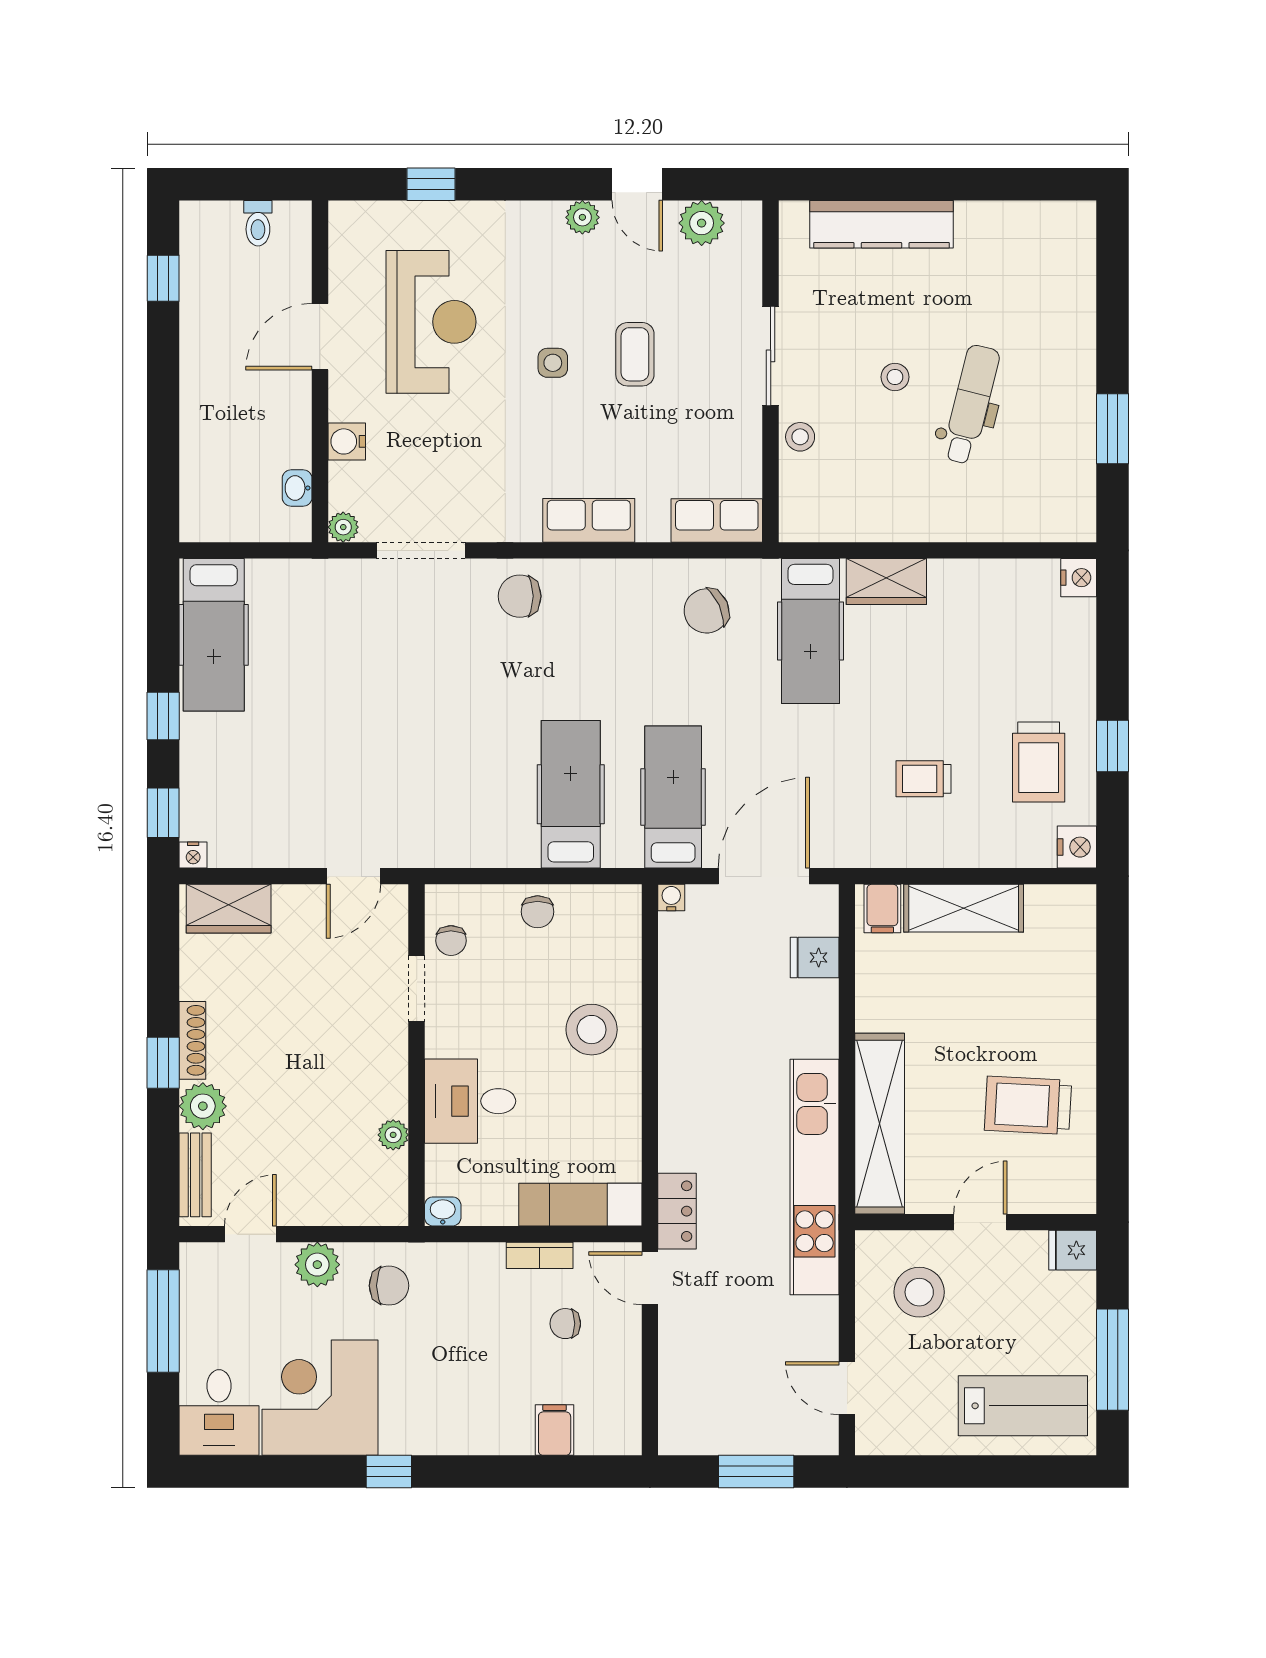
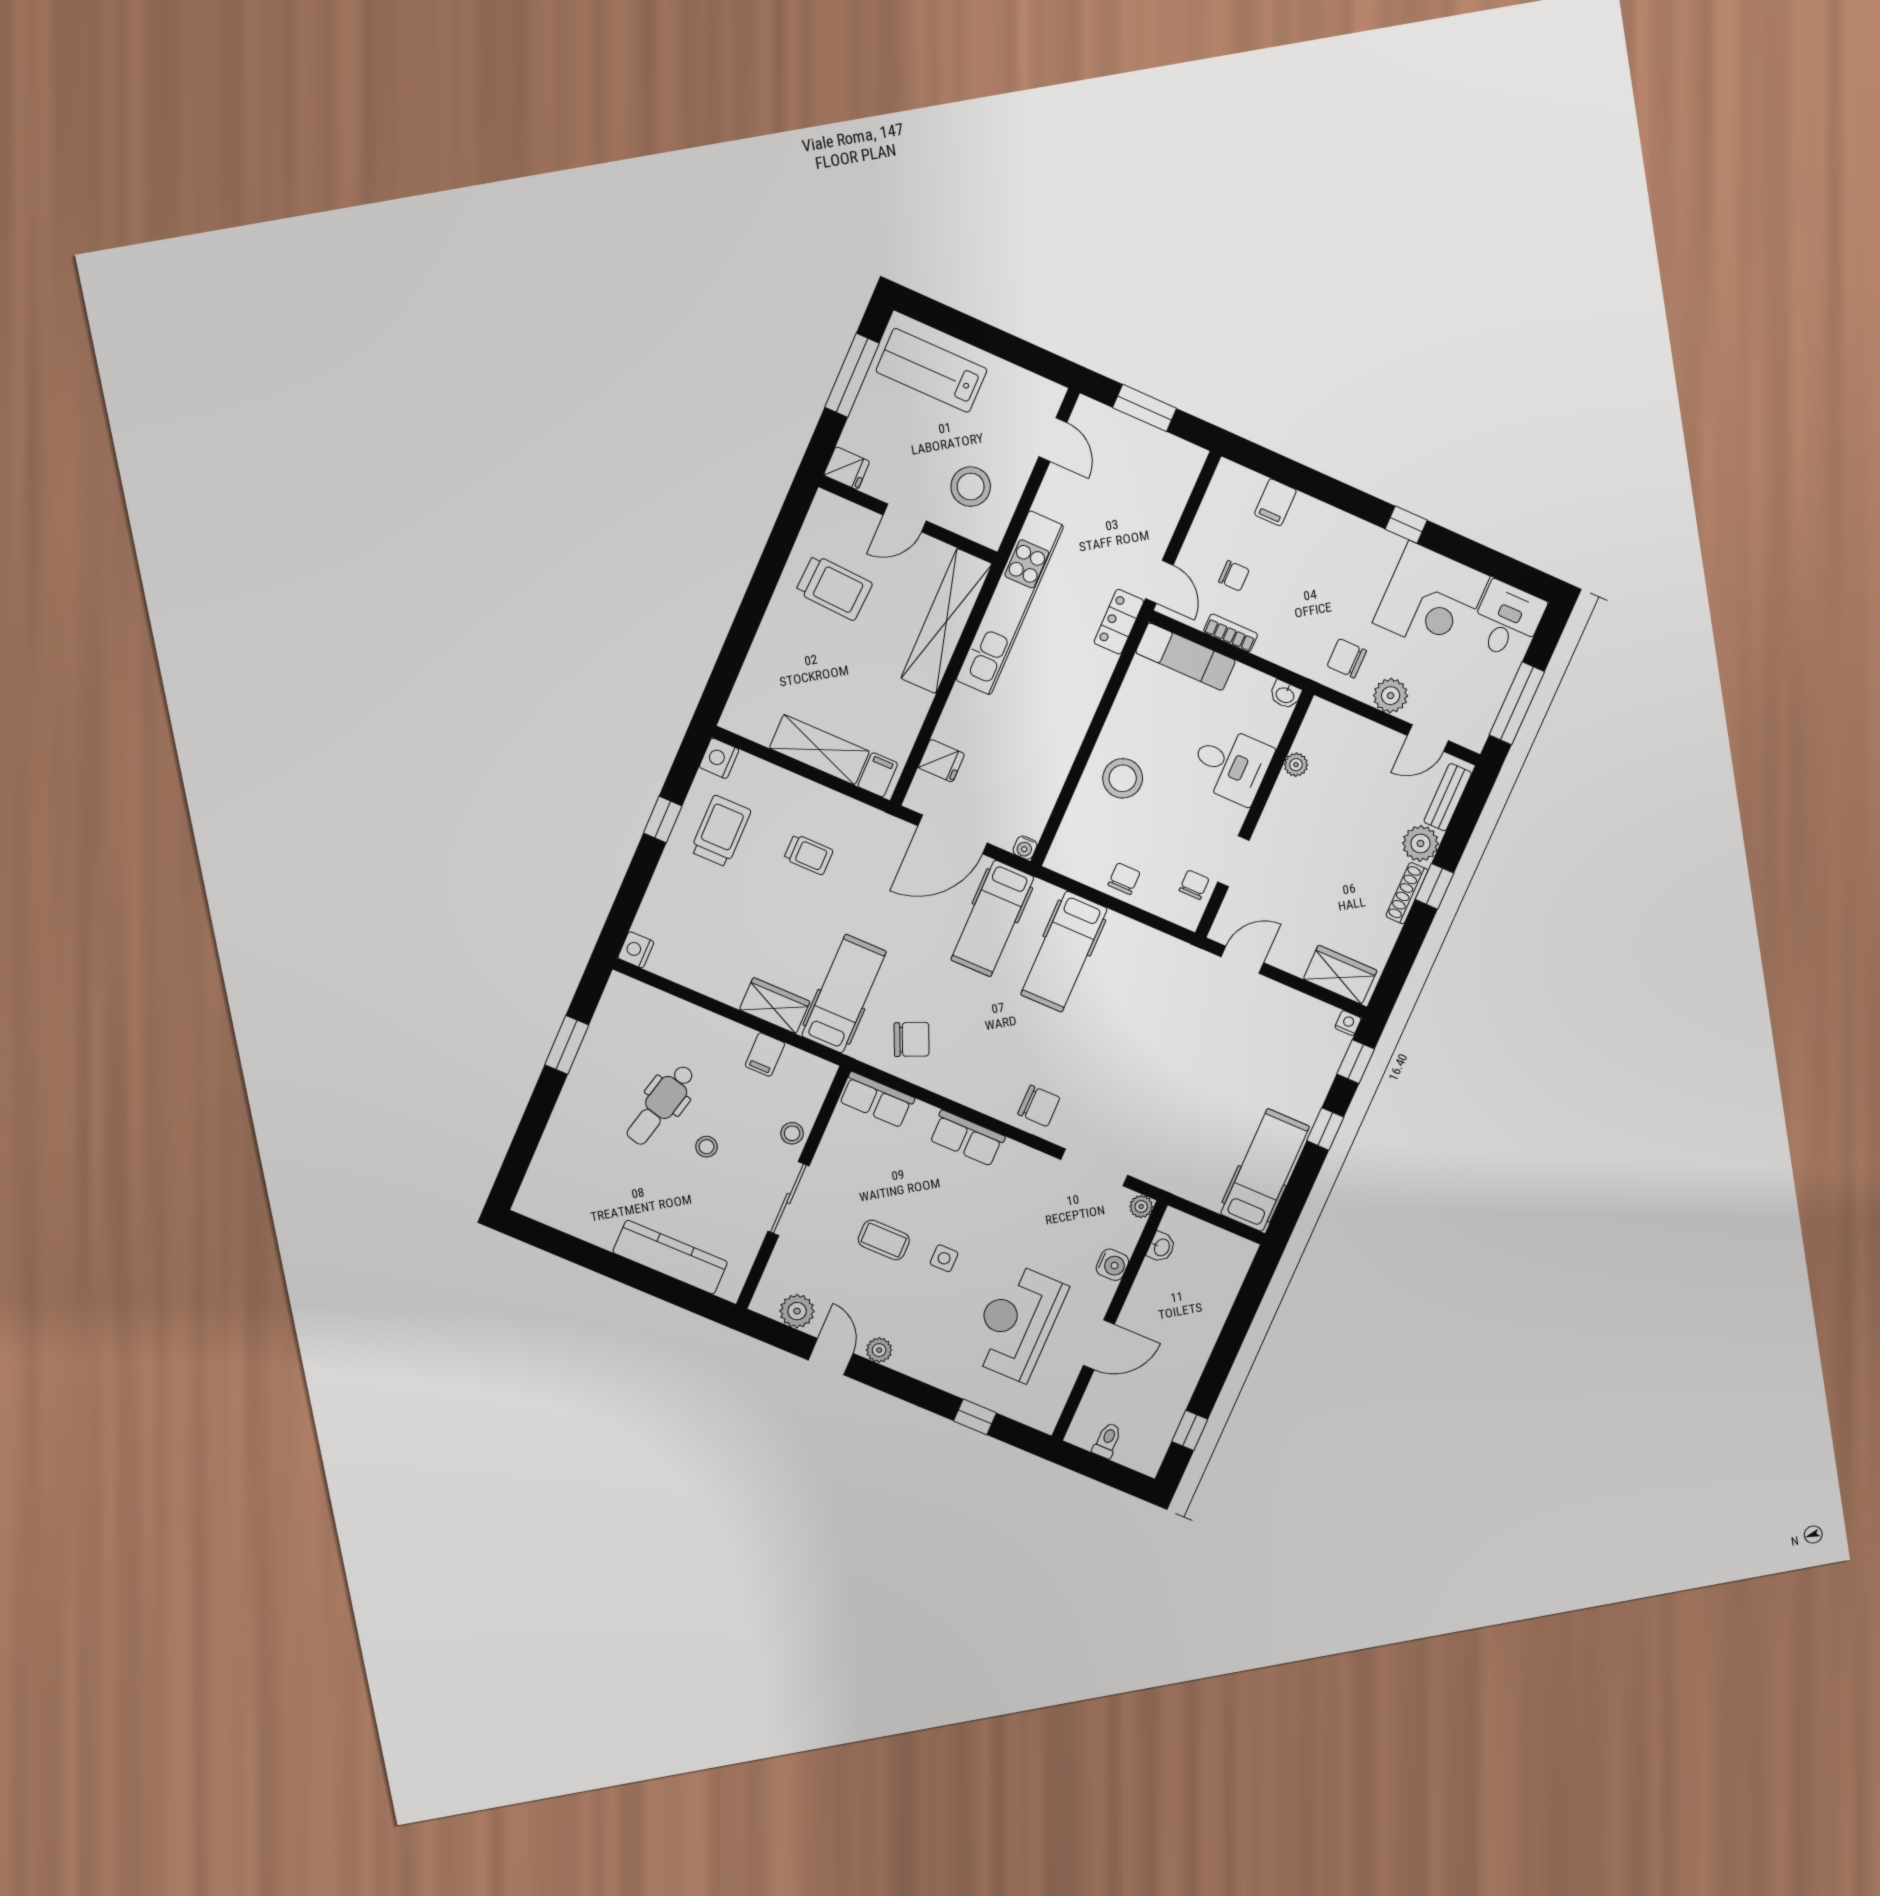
coffee table: (635, 354) -> (884, 1240), turned 90
filing cabinet: (873, 518) -> (765, 1055), added

